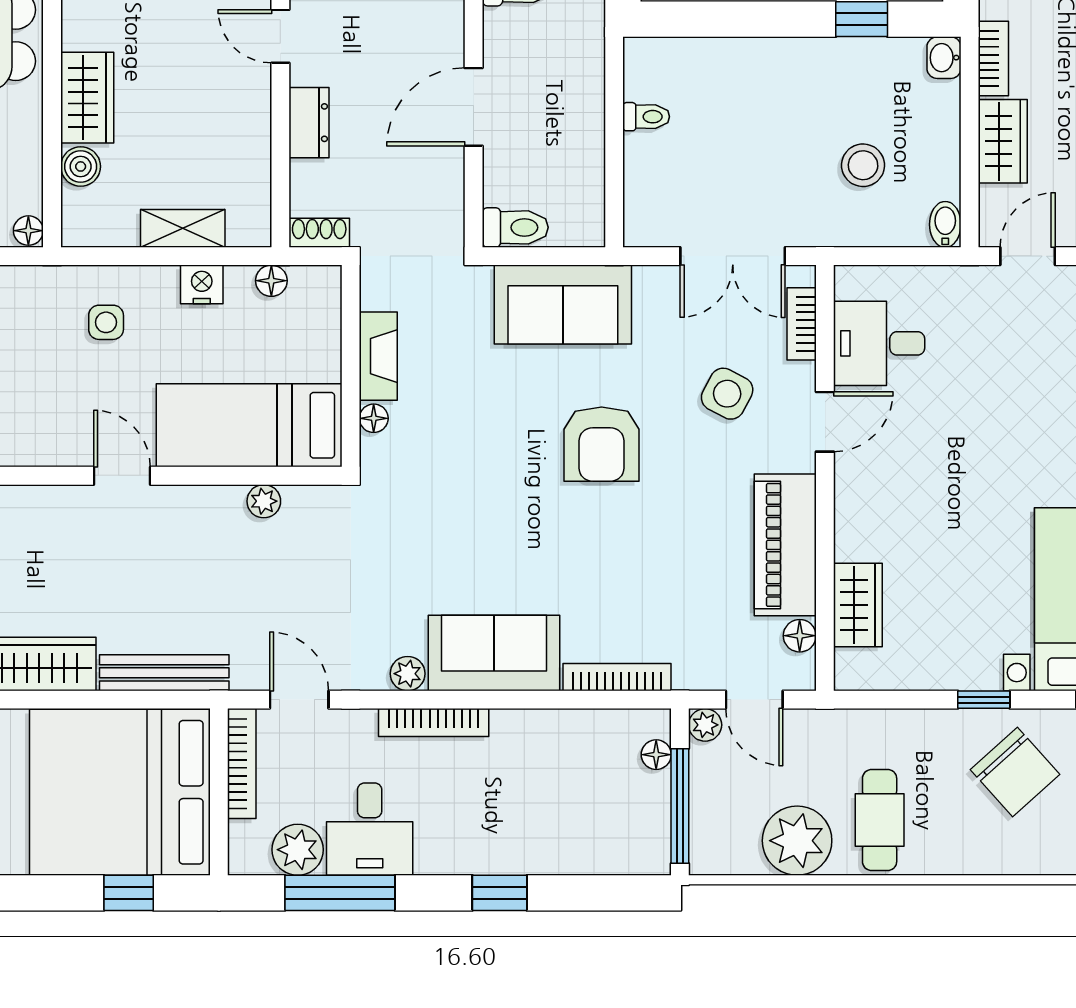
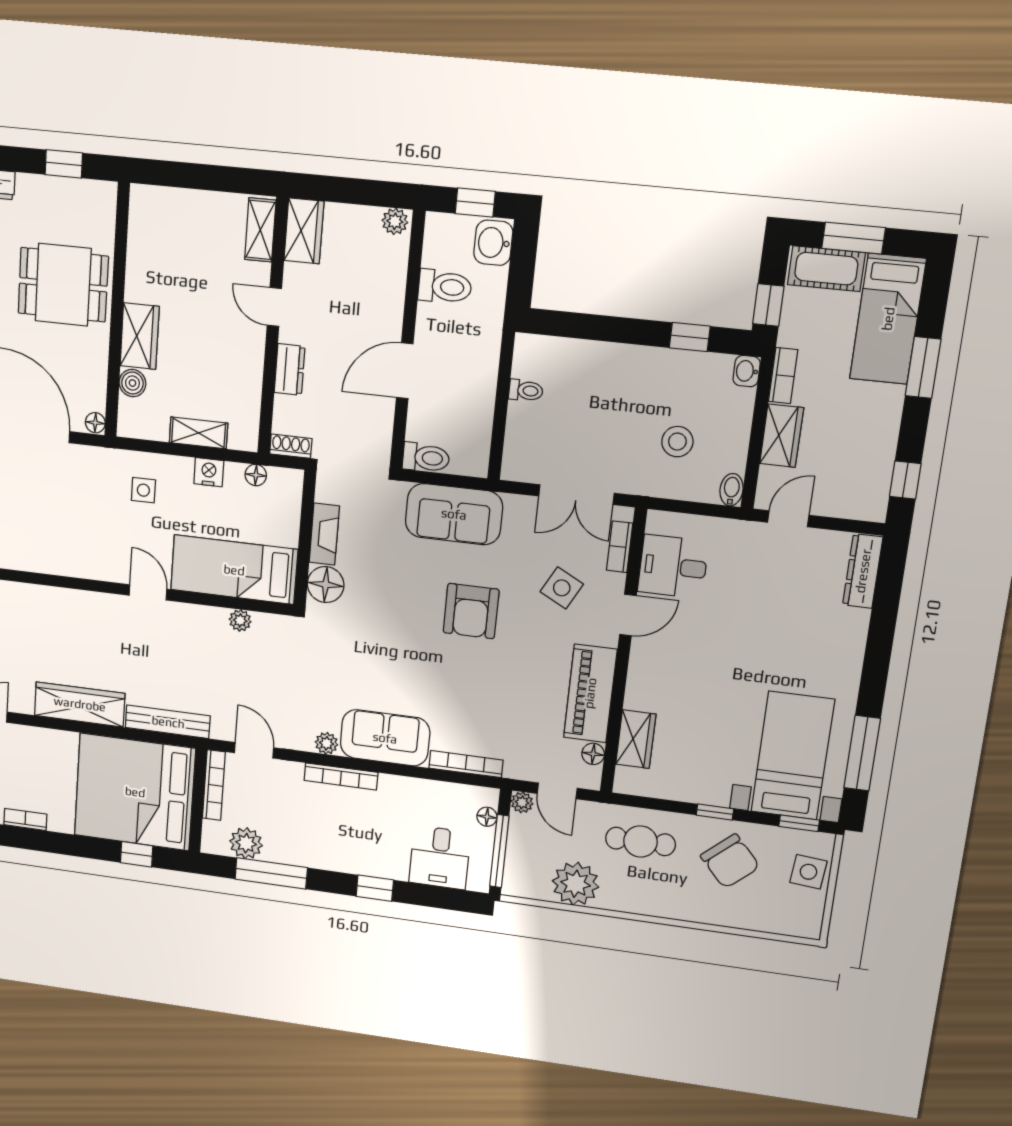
floor lamp: (374, 418) -> (326, 585), width x1.89, depth x1.89
cafe table: (880, 820) -> (640, 841), moved, turned 90
desk: (370, 829) -> (440, 857), moved

